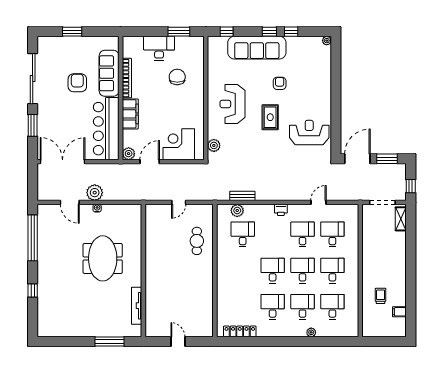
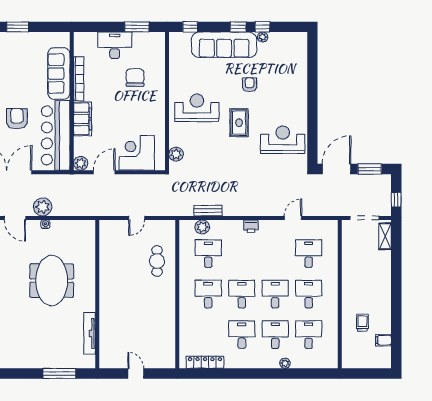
plant: (327, 41) -> (263, 37), moved
armchair: (77, 83) -> (17, 119), moved
reception desk: (232, 104) -> (197, 108), turned 90
desk: (302, 234) -> (208, 294), moved

